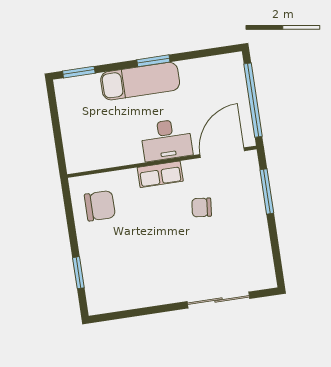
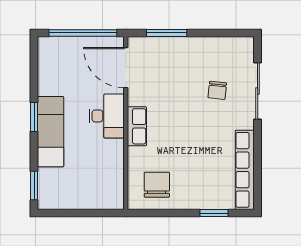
chair: (202, 207) -> (217, 90), moved
row of seats: (130, 299) -> (245, 170), added

